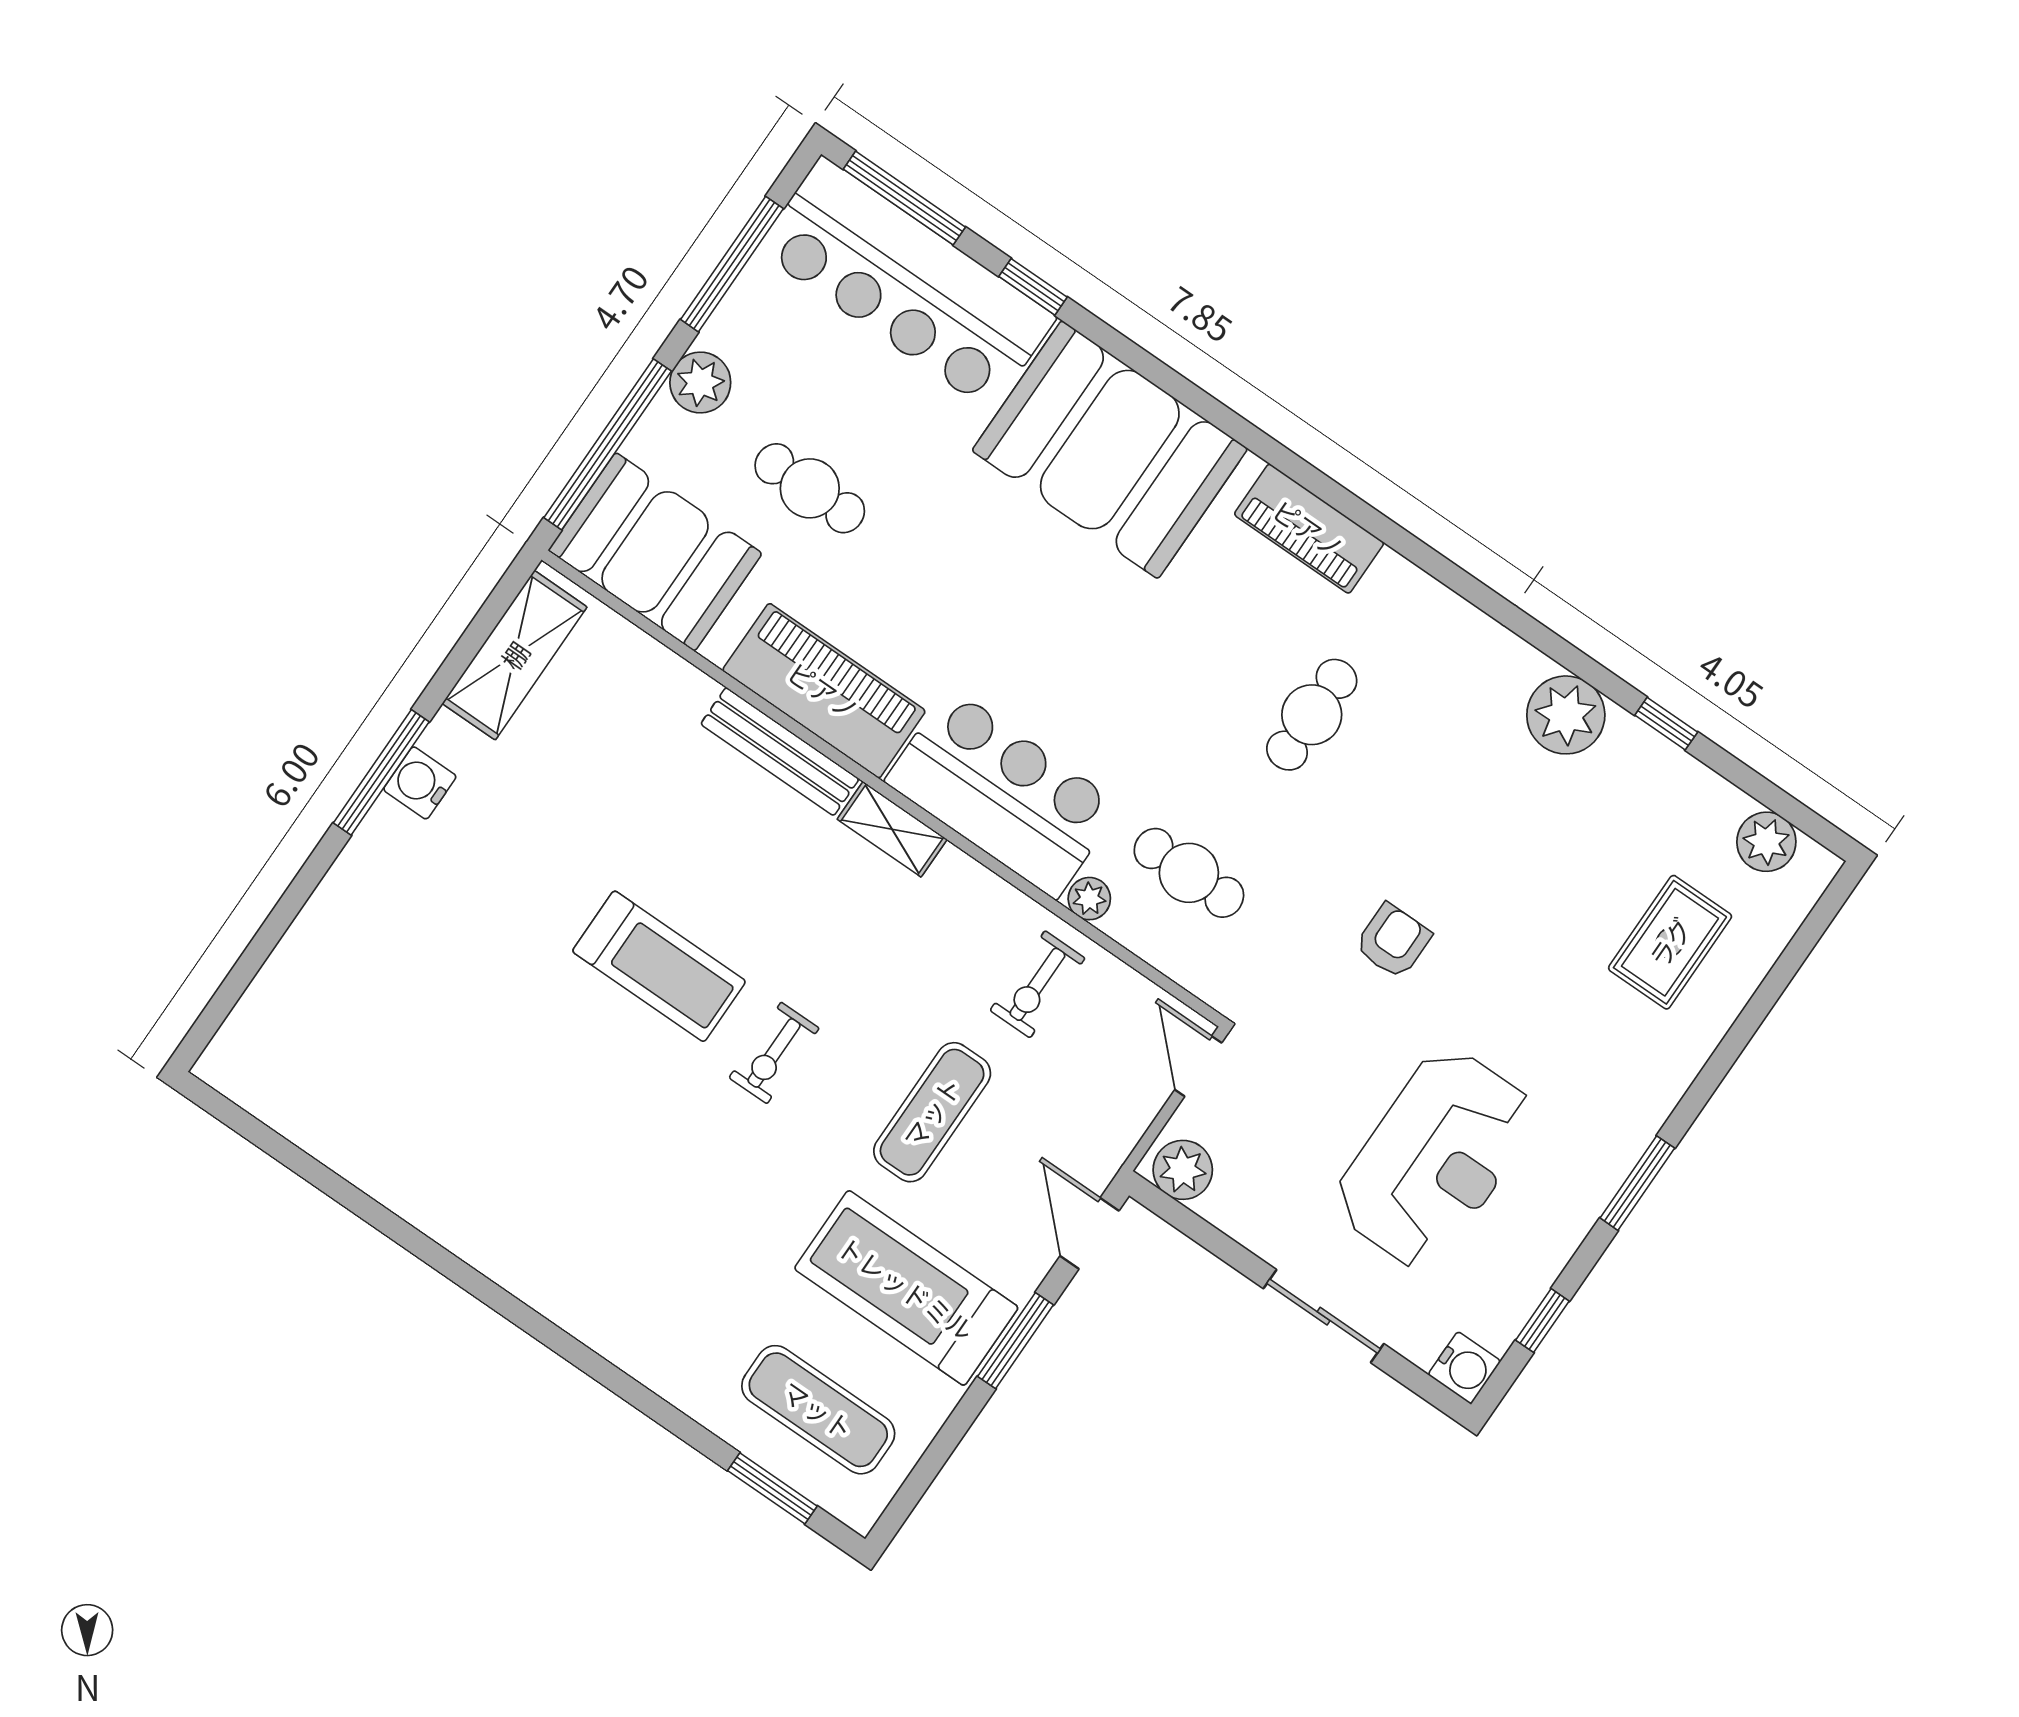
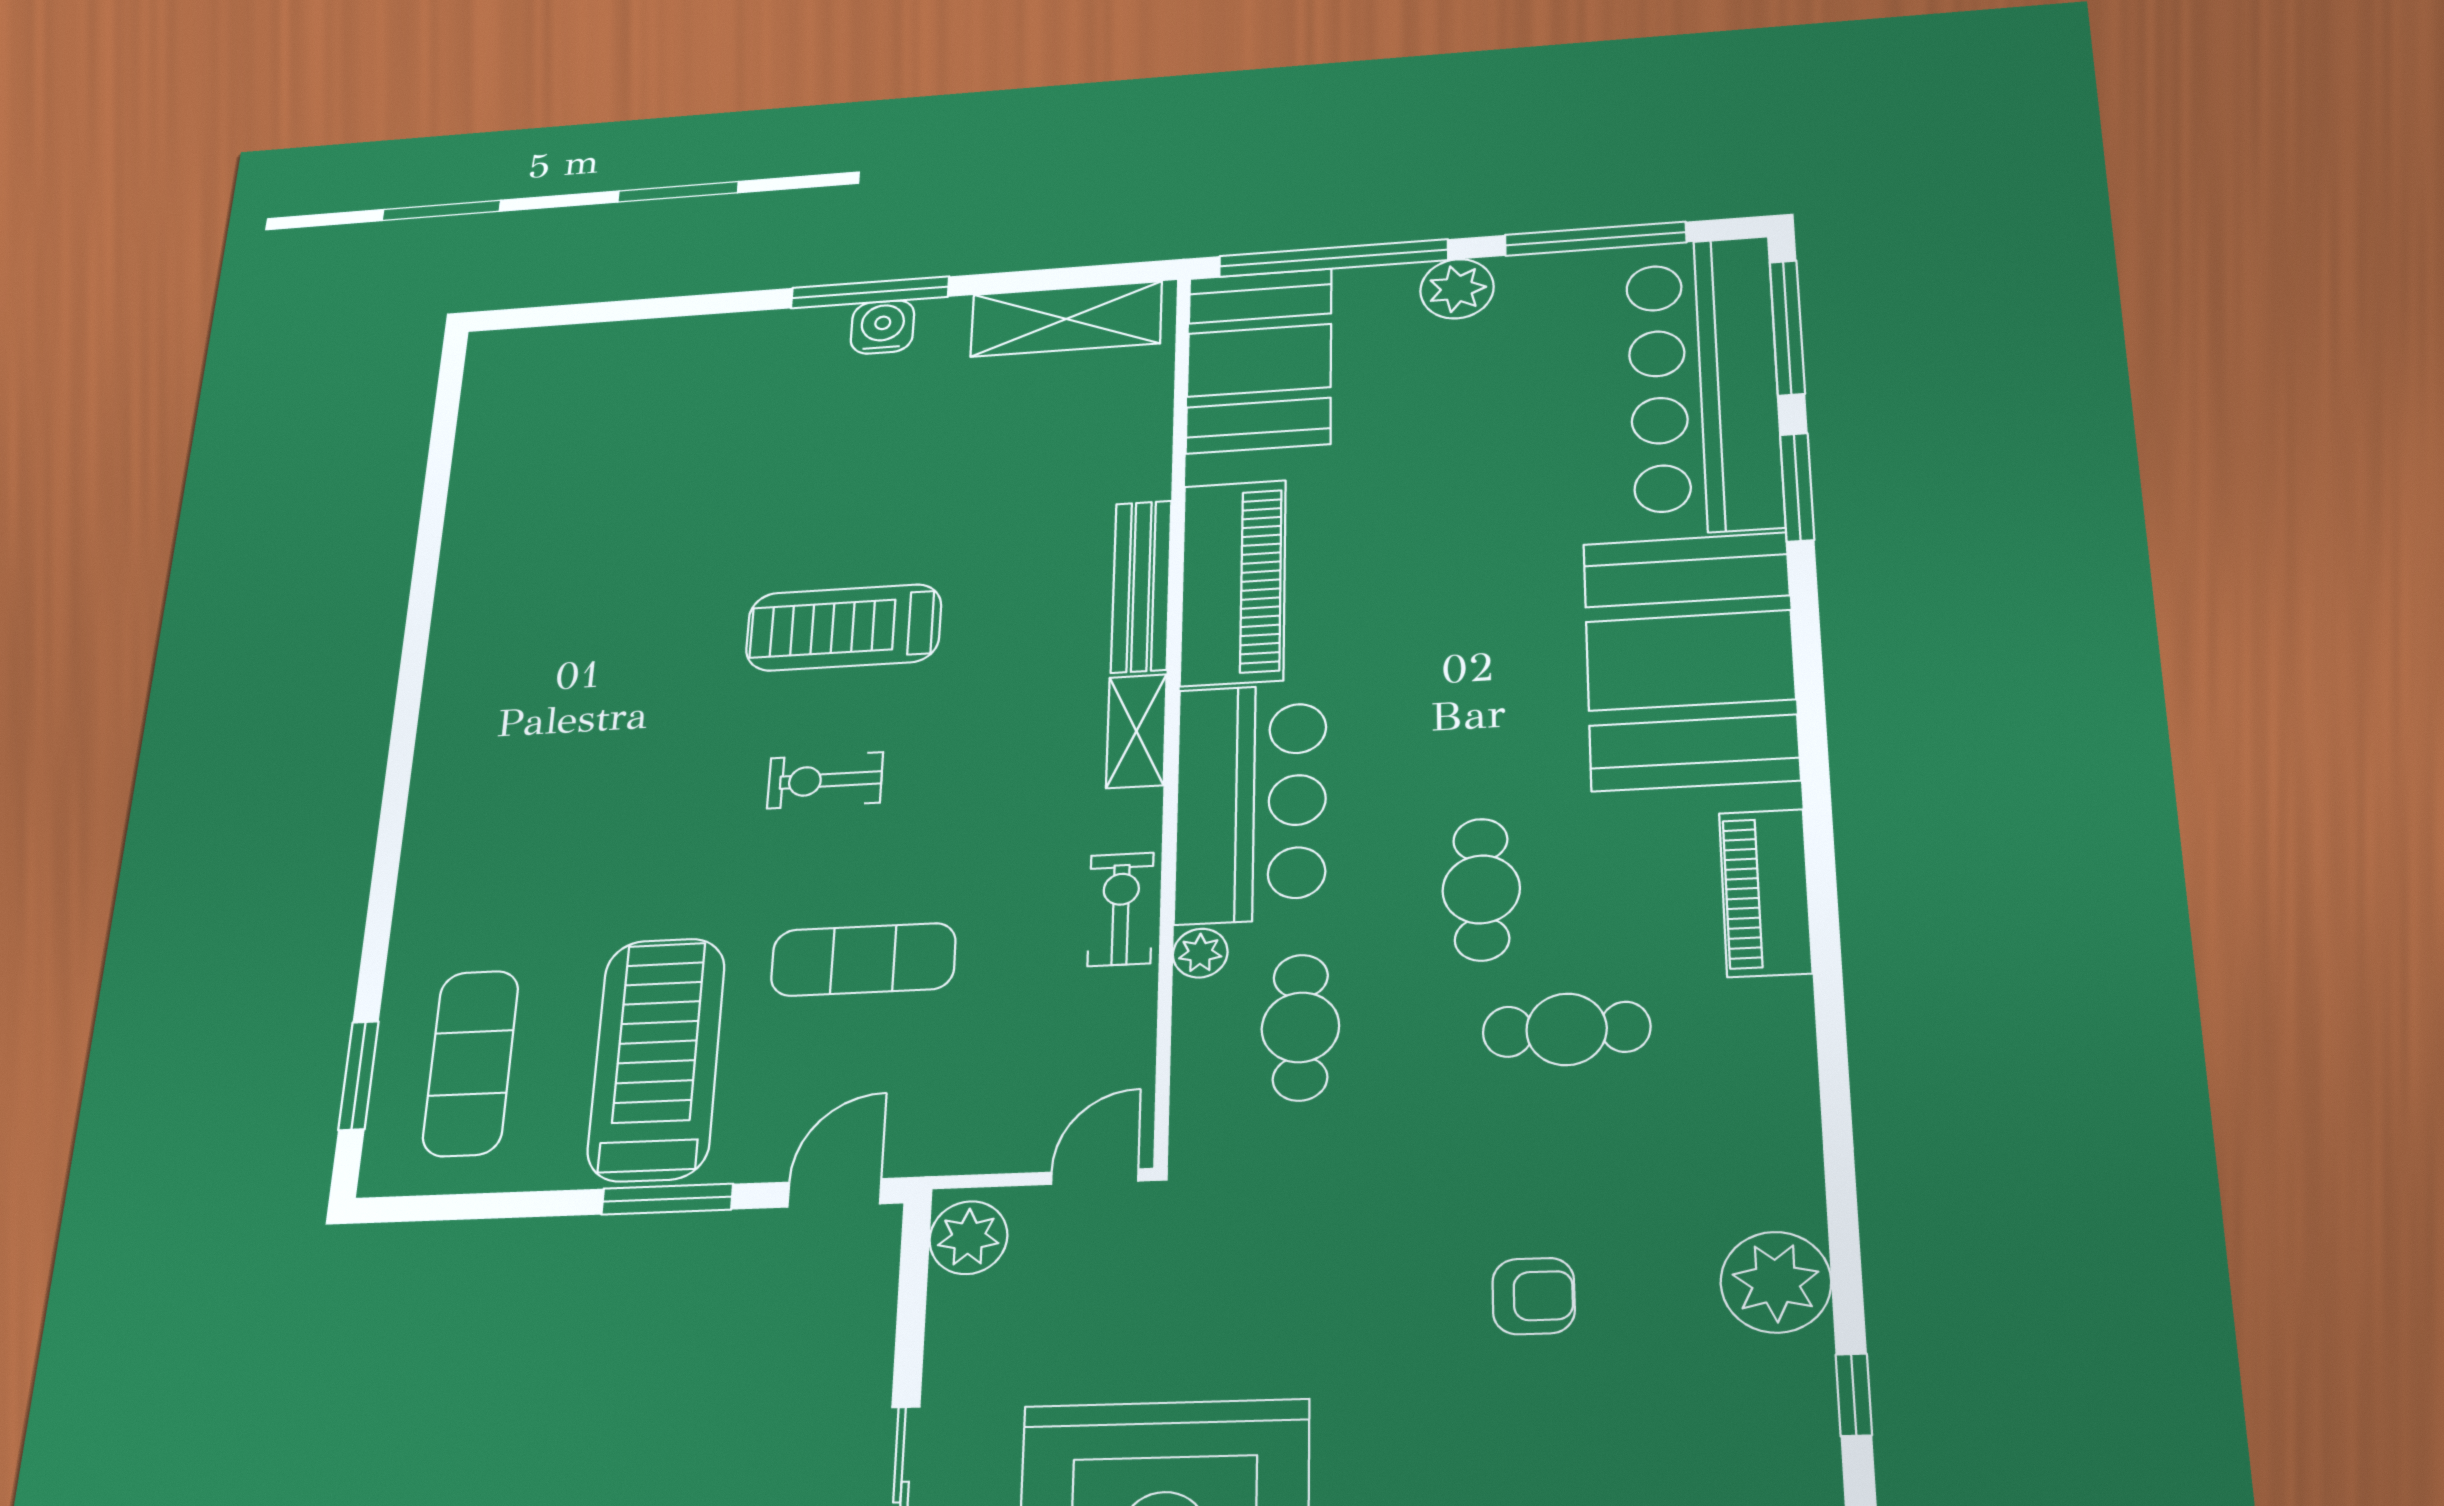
window: (1033, 287) -> (1797, 487), width x1.50
cafe table: (810, 488) -> (1481, 889), moved
armchair: (1393, 941) -> (1534, 1296), moved
treadmill: (659, 966) -> (844, 627), turned 90
exercise bike: (1037, 984) -> (1121, 909), moved, turned 90

